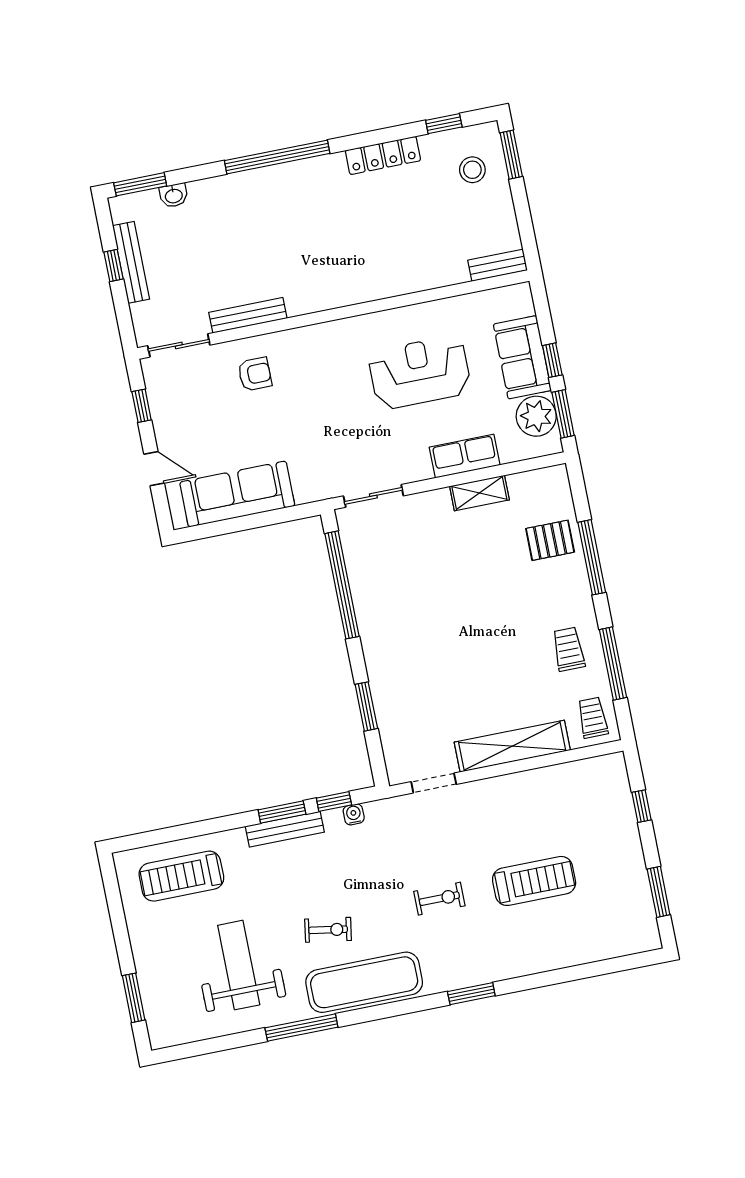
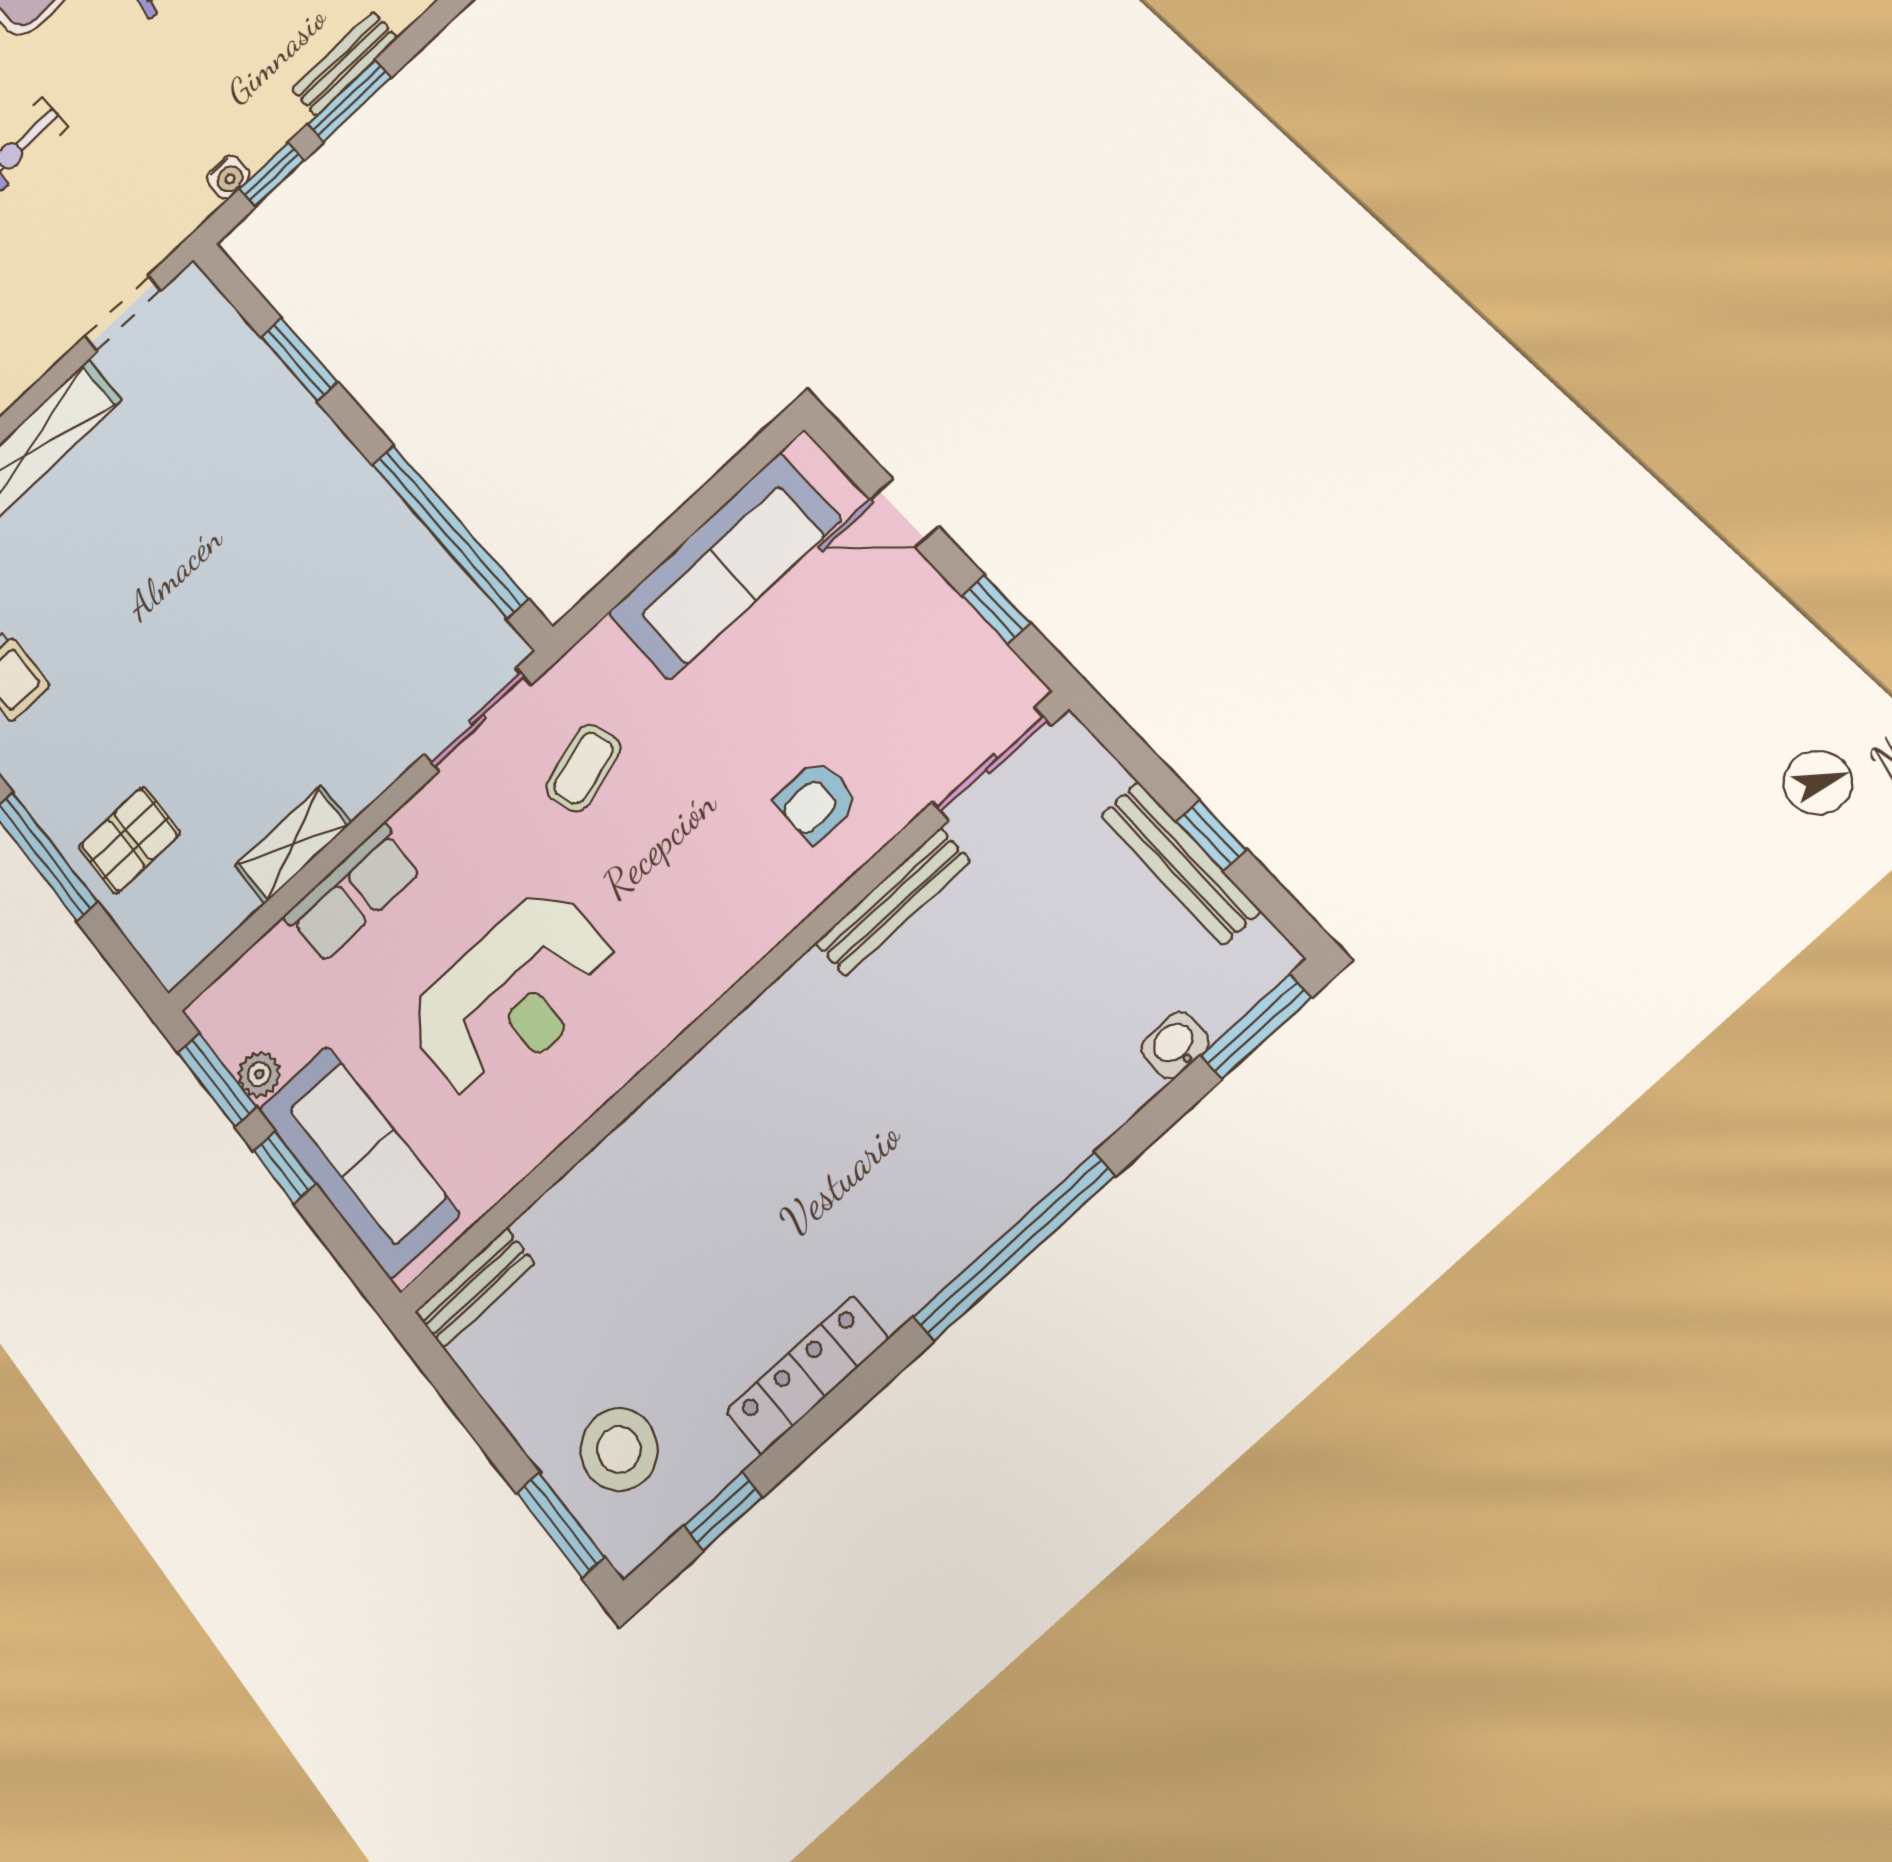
stool: (472, 170) -> (619, 1449), width x1.38, depth x1.38
sofa: (522, 357) -> (359, 1162), width x1.36
plant: (536, 416) -> (259, 1074), width x0.53, depth x0.53
coffee table: (341, 447) -> (583, 768), added
bench: (285, 829) -> (345, 64), width x0.73

